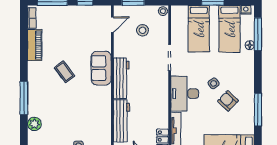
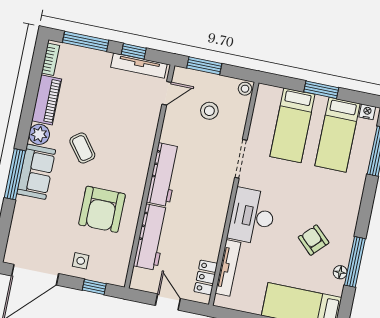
tv unit: (90, 10) -> (139, 66), added
floor lamp: (250, 45) -> (340, 272), moved
sofa: (101, 68) -> (36, 172), moved, turned 180
side table: (214, 83) -> (298, 210), removed
armchair: (86, 109) -> (102, 209), added
plant: (34, 124) -> (39, 134), moved

